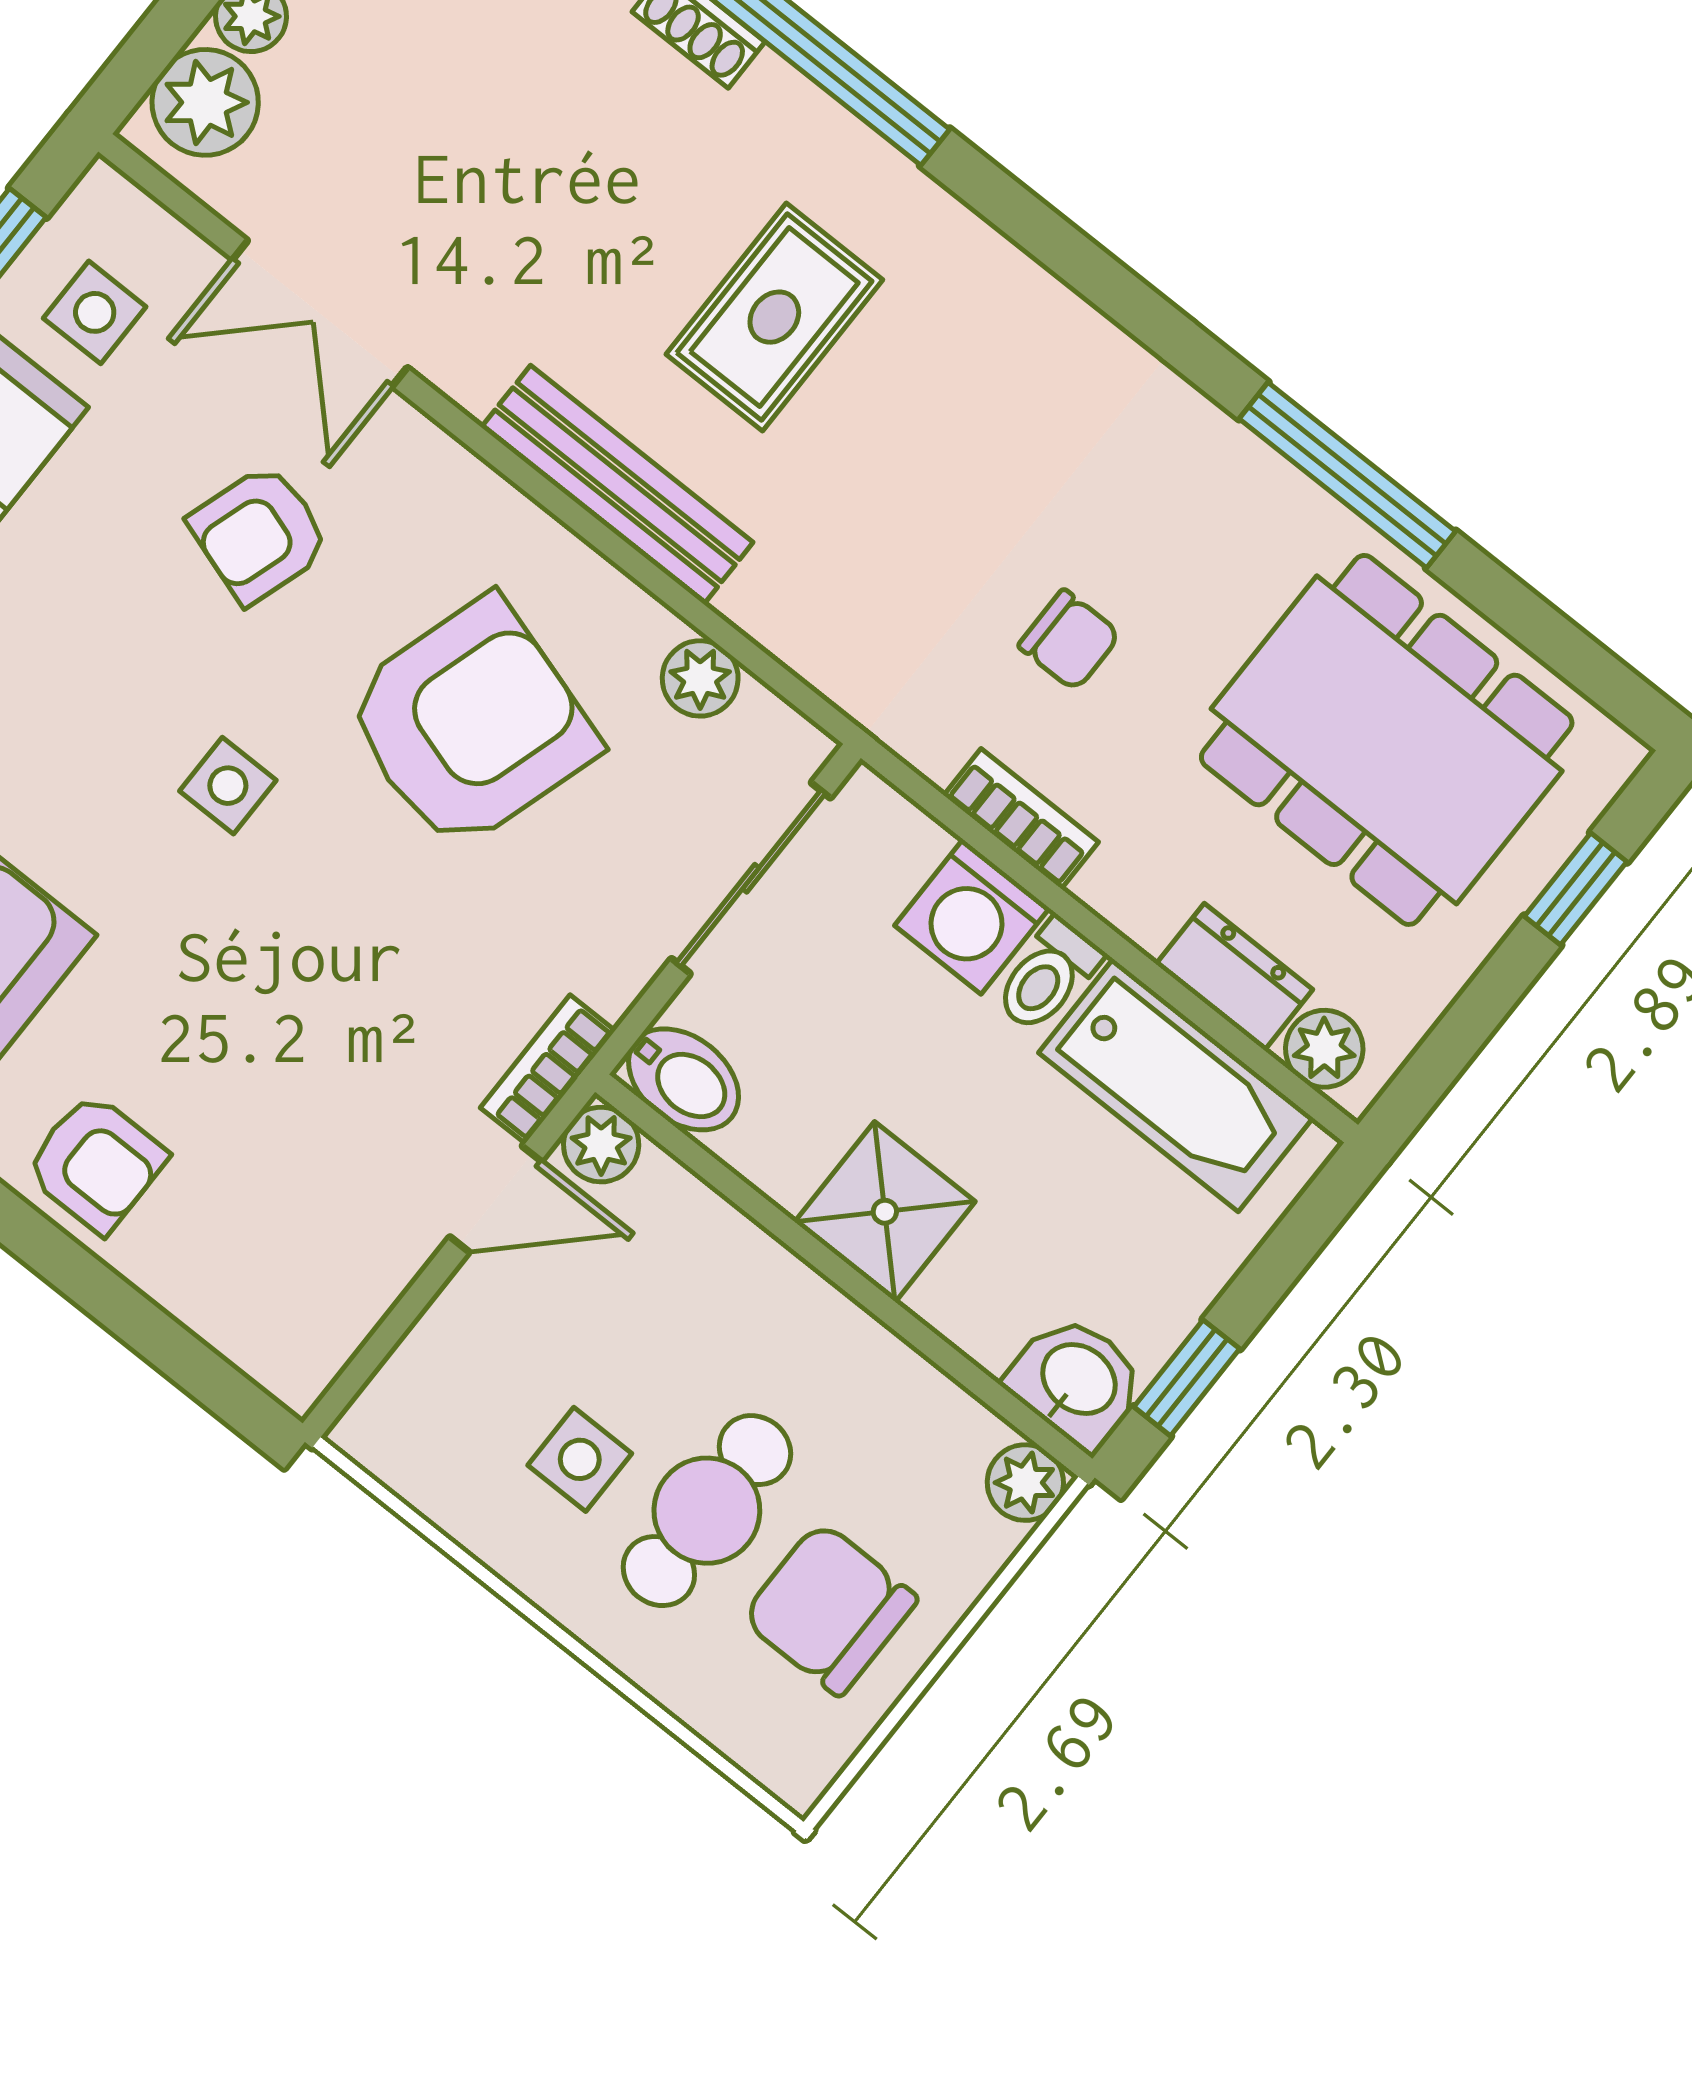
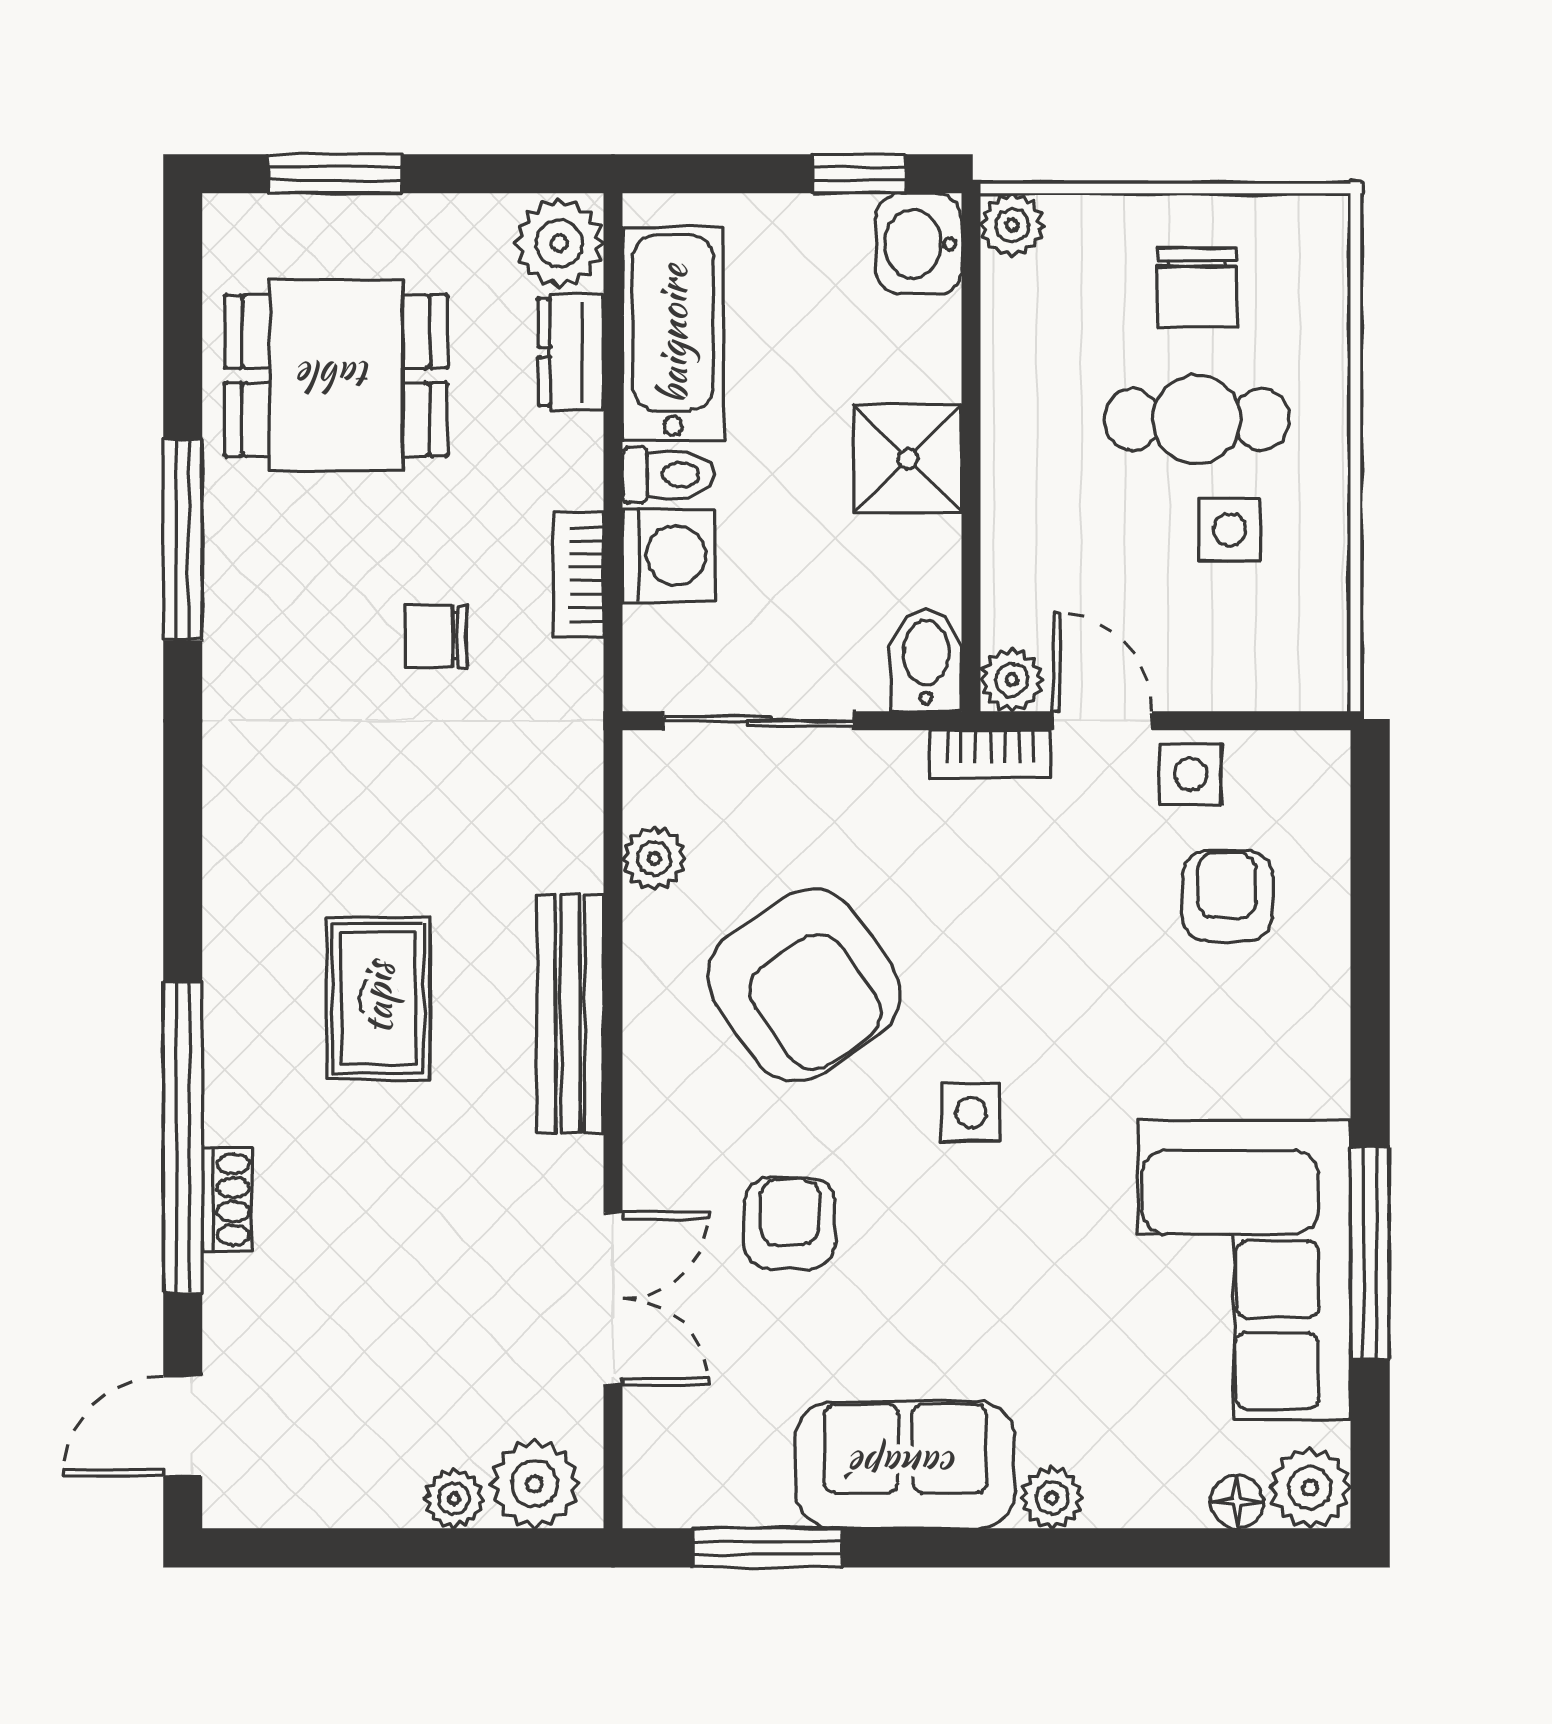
side table: (95, 312) -> (1191, 774), moved
rug: (774, 317) -> (378, 998), turned 90
armchair: (259, 534) -> (789, 1223), turned -108
chair: (1069, 640) -> (436, 636), turned -90
armchair: (470, 724) -> (804, 985), turned -142
dining table: (1387, 740) -> (336, 376), width x0.73
window: (1576, 889) -> (335, 174), width x1.50
plant: (1324, 1049) -> (559, 243), width x1.38, depth x1.38
armchair: (96, 1163) -> (1227, 896), moved
chair: (829, 1609) -> (1197, 288), width x0.73, depth x0.73

